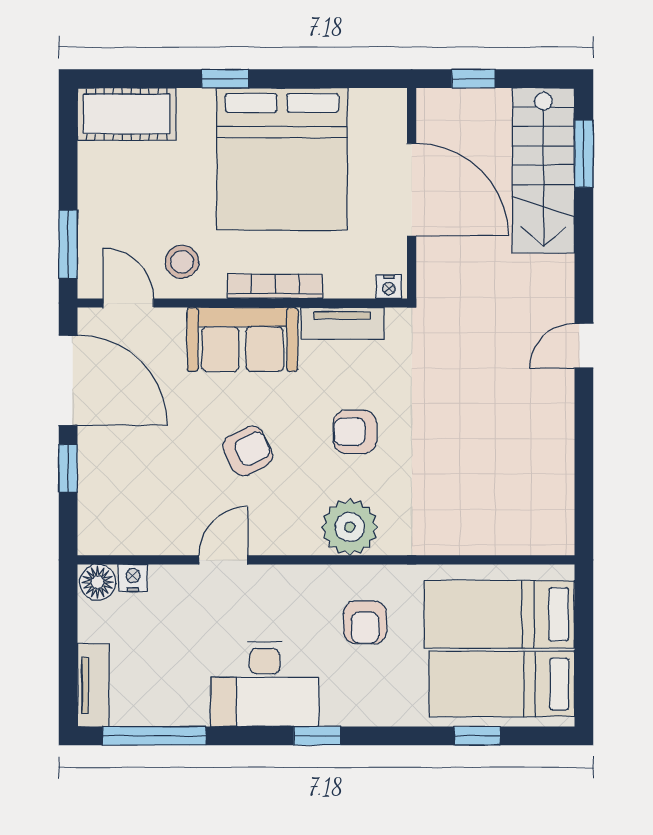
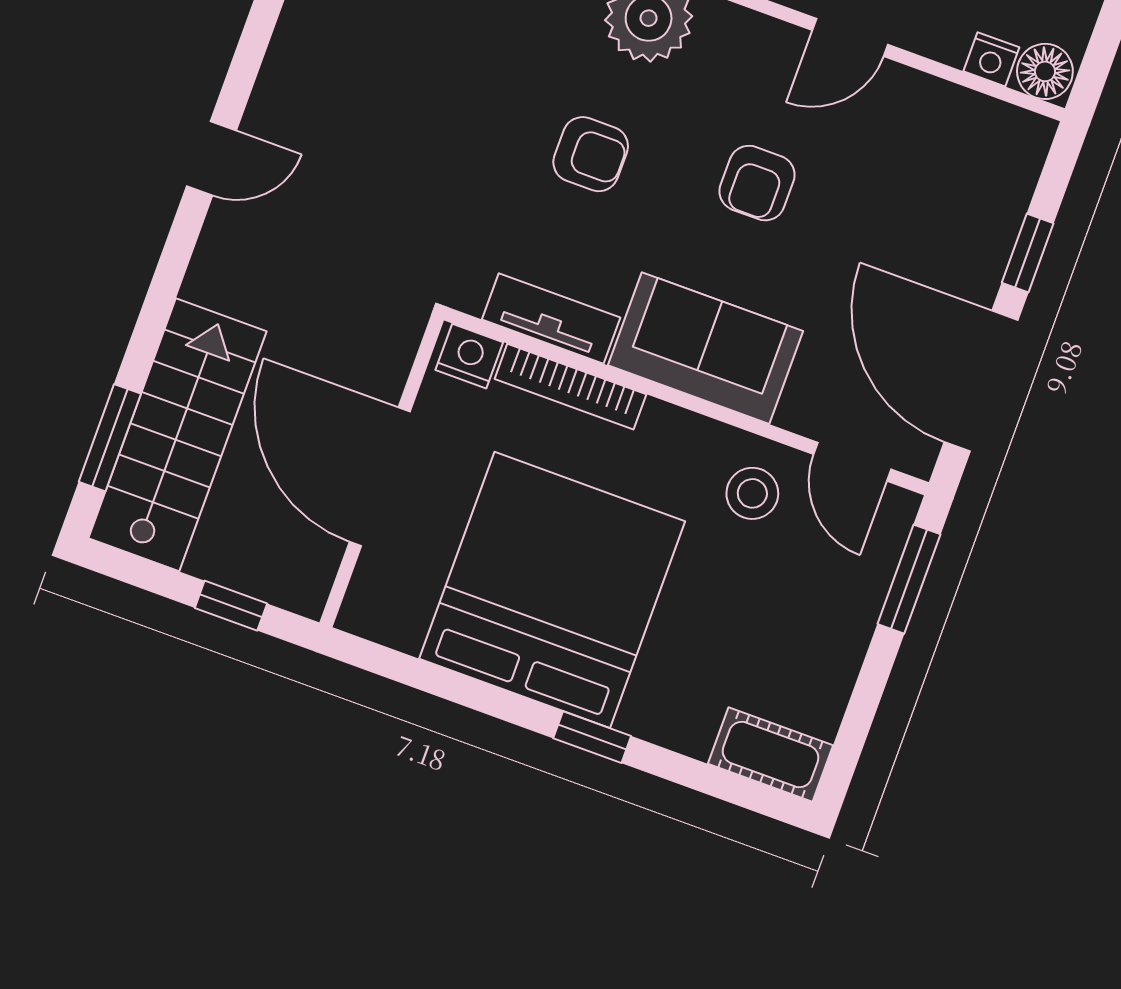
cot: (127, 114) -> (771, 754), width x0.73, depth x0.75
bookcase: (275, 286) -> (570, 387), moved
nightstand: (389, 287) -> (469, 356), width x1.39, depth x1.35
armchair: (248, 451) -> (757, 183), turned -64

